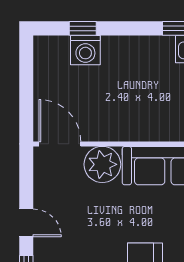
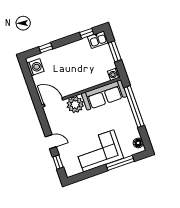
washing machine: (85, 50) -> (35, 67), moved, turned -90

